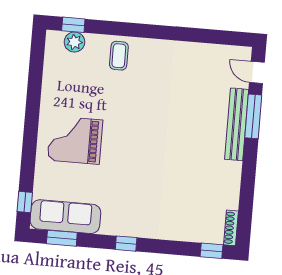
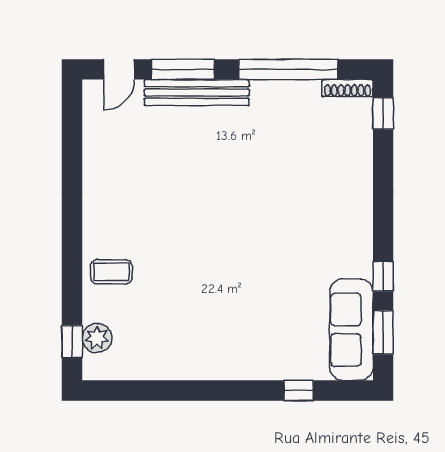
grand piano: (75, 140) -> (239, 325), removed
window: (247, 188) -> (288, 69), added
window: (25, 202) -> (299, 391), moved
window: (126, 244) -> (383, 276), moved

